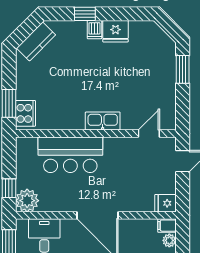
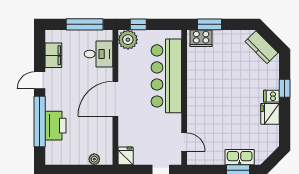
kitchen sink: (103, 121) -> (240, 157), moved, turned -90
bar counter: (70, 155) -> (166, 76), width x1.36
filing cabinet: (167, 226) -> (107, 157), removed

